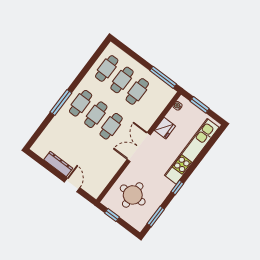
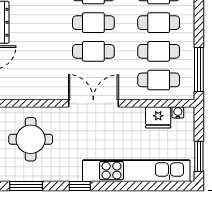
cafe table: (153, 103) -> (159, 80), added
window: (200, 105) -> (199, 156), moved
fridge: (165, 128) -> (158, 117), moved

